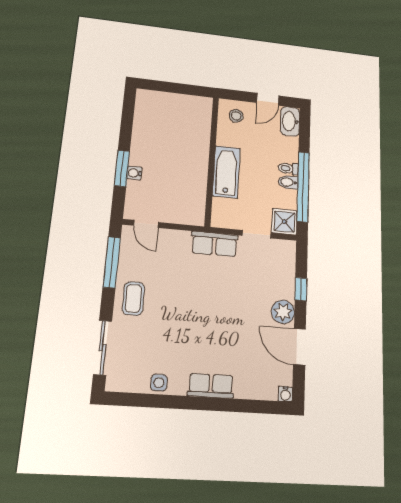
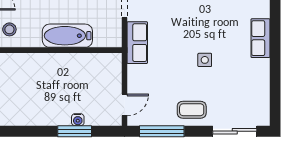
side table: (159, 383) -> (205, 60), moved

